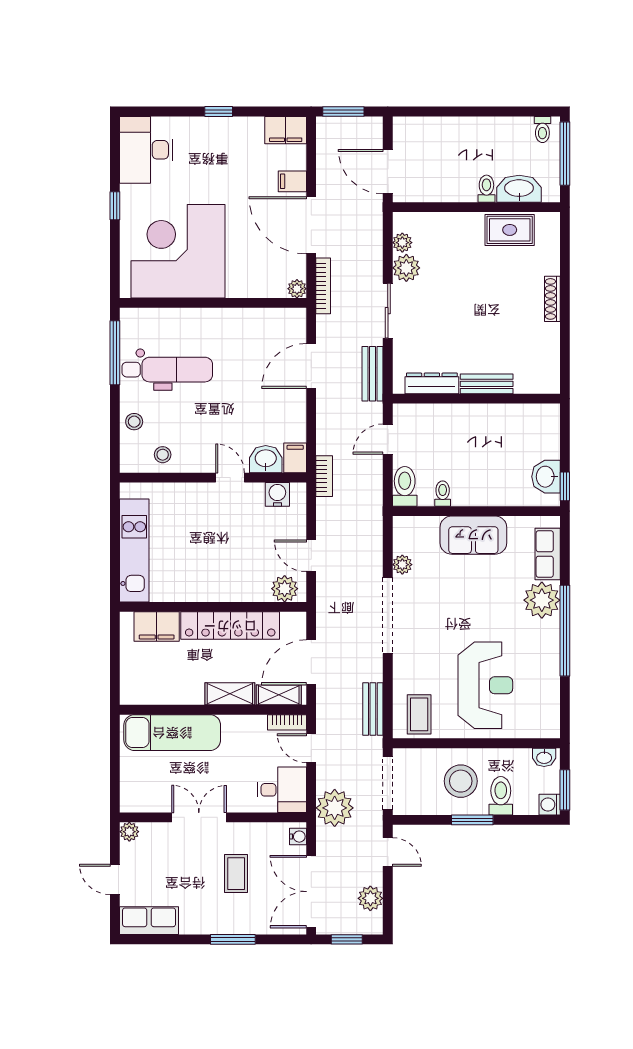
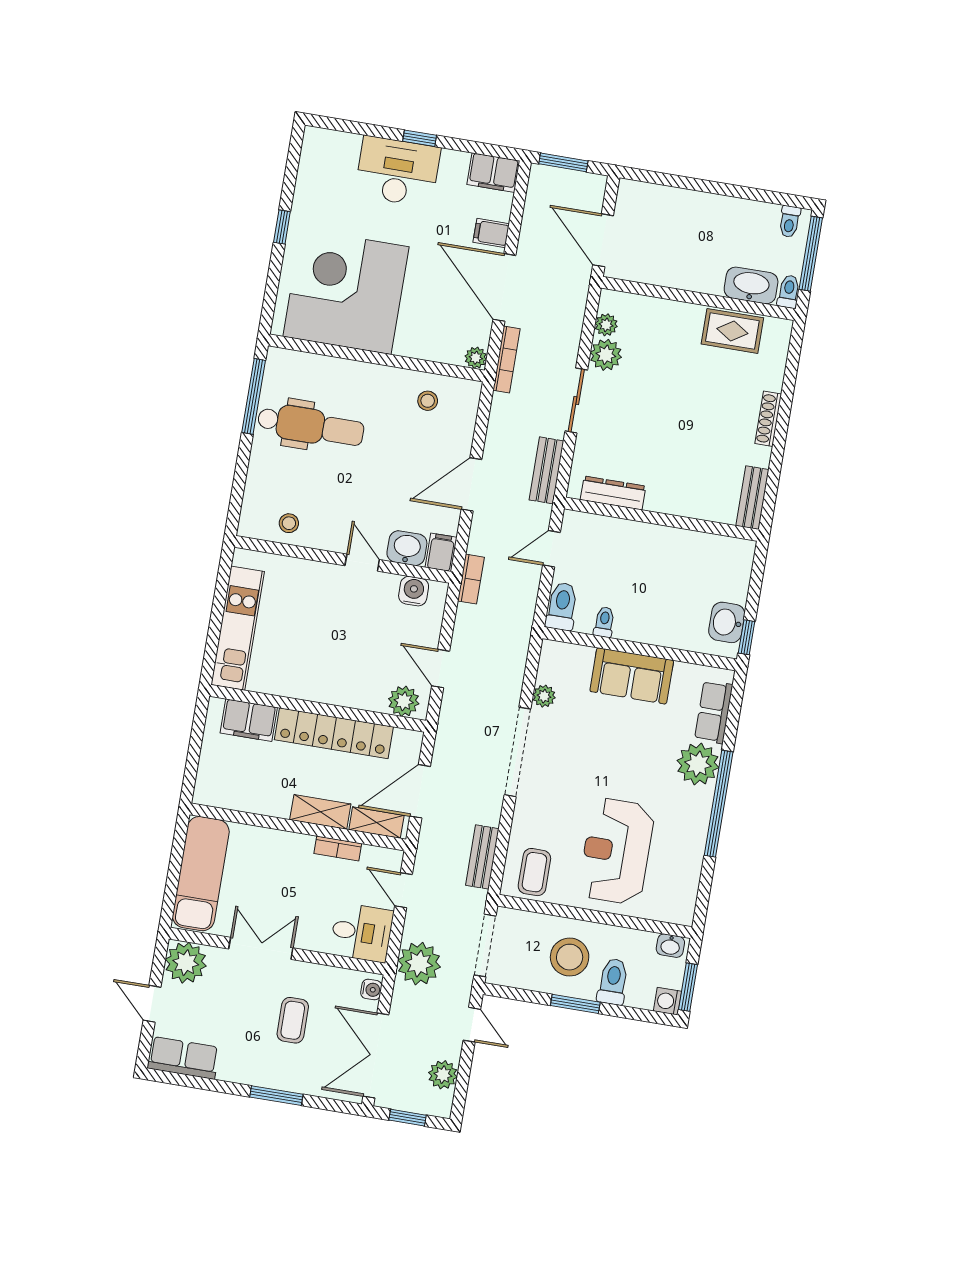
desk: (146, 150) -> (398, 171), moved, turned 90
toilet: (486, 189) -> (789, 292), moved
door: (311, 366) -> (471, 484), moved
bench: (487, 384) -> (752, 498), moved, turned 90
stool: (134, 422) -> (428, 401), moved
reception desk: (485, 685) -> (616, 851), turned 180
bookcase: (287, 722) -> (338, 849), moved
exam couch: (172, 733) -> (201, 874), moved, turned -90
plant: (129, 832) -> (186, 963), width x1.87, depth x1.87

